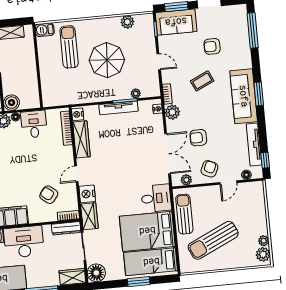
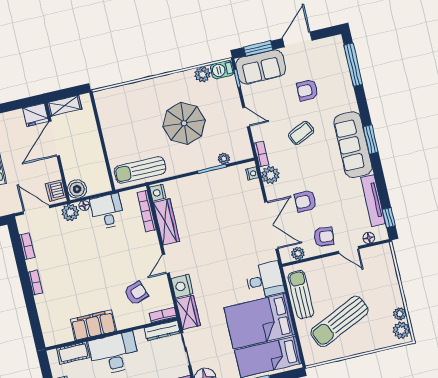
barbecue: (45, 30) -> (222, 70), moved
sun lounger: (69, 47) -> (140, 170), moved, turned -90
tv unit: (119, 108) -> (206, 178), removed
armchair: (209, 169) -> (324, 237), turned 72
door: (228, 183) -> (349, 250), hinge flipped
armchair: (49, 195) -> (136, 293), turned 122

